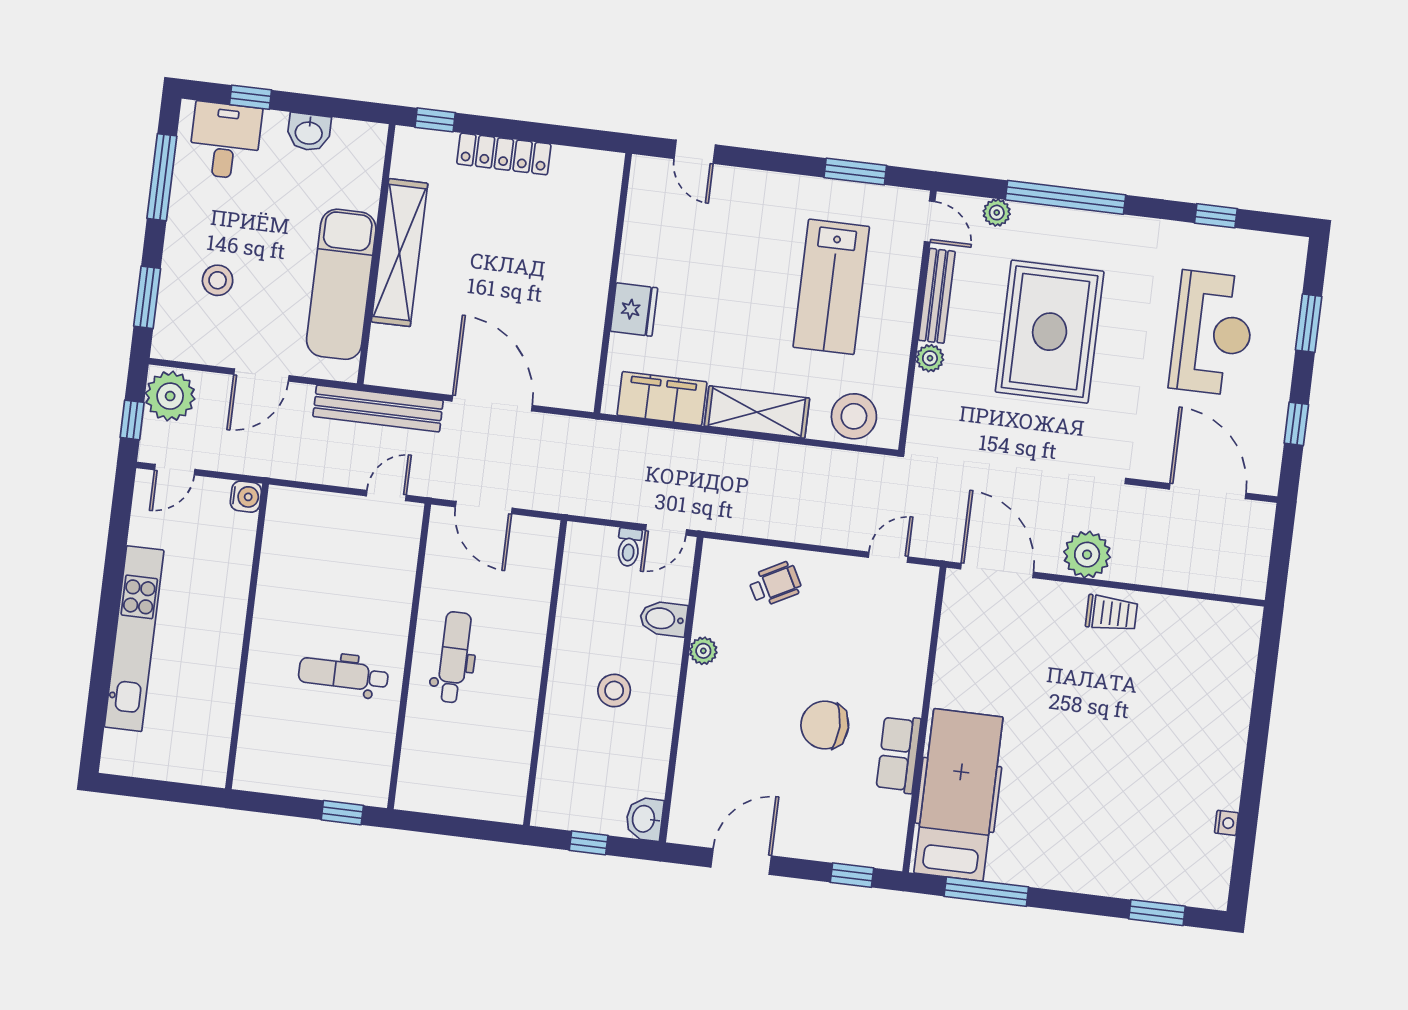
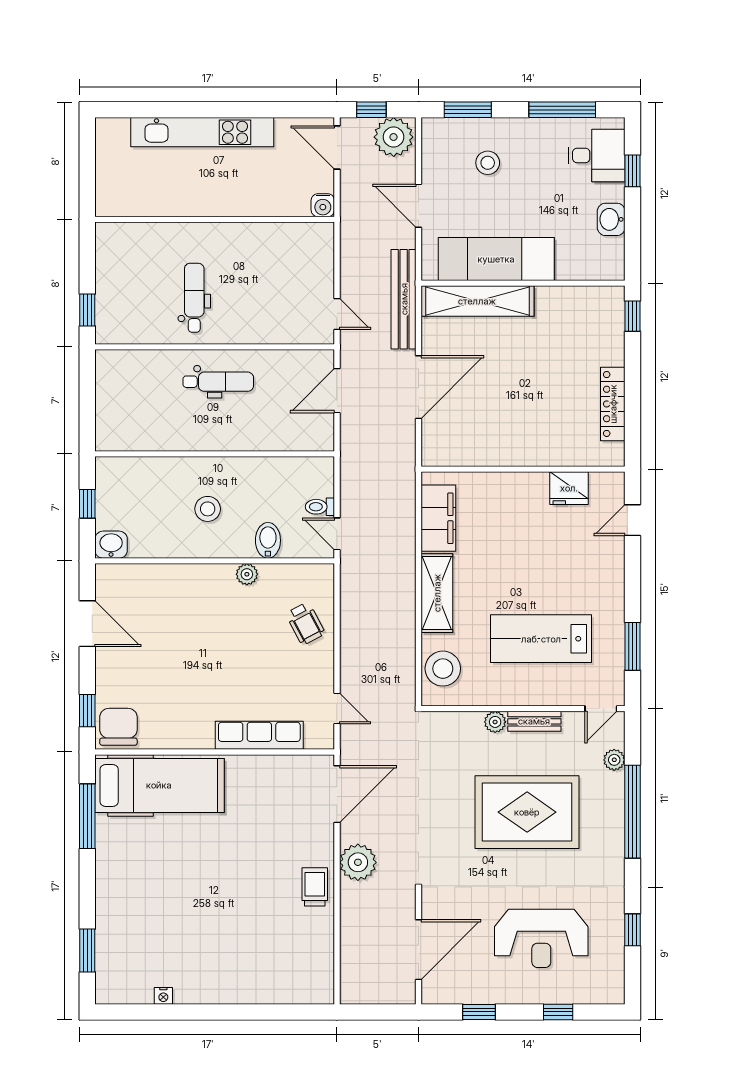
locker: (504, 154) -> (613, 404), moved
shelving: (399, 253) -> (477, 301), moved
bench: (937, 296) -> (534, 721), width x0.73
fridge: (634, 310) -> (569, 488), moved
window: (1309, 323) -> (558, 1012), width x0.67
door: (175, 470) -> (337, 148), width x1.37
trolley: (1112, 613) -> (315, 887), turned 180
chair: (825, 725) -> (118, 727), moved
row of seats: (899, 754) -> (259, 735), moved, width x1.48

